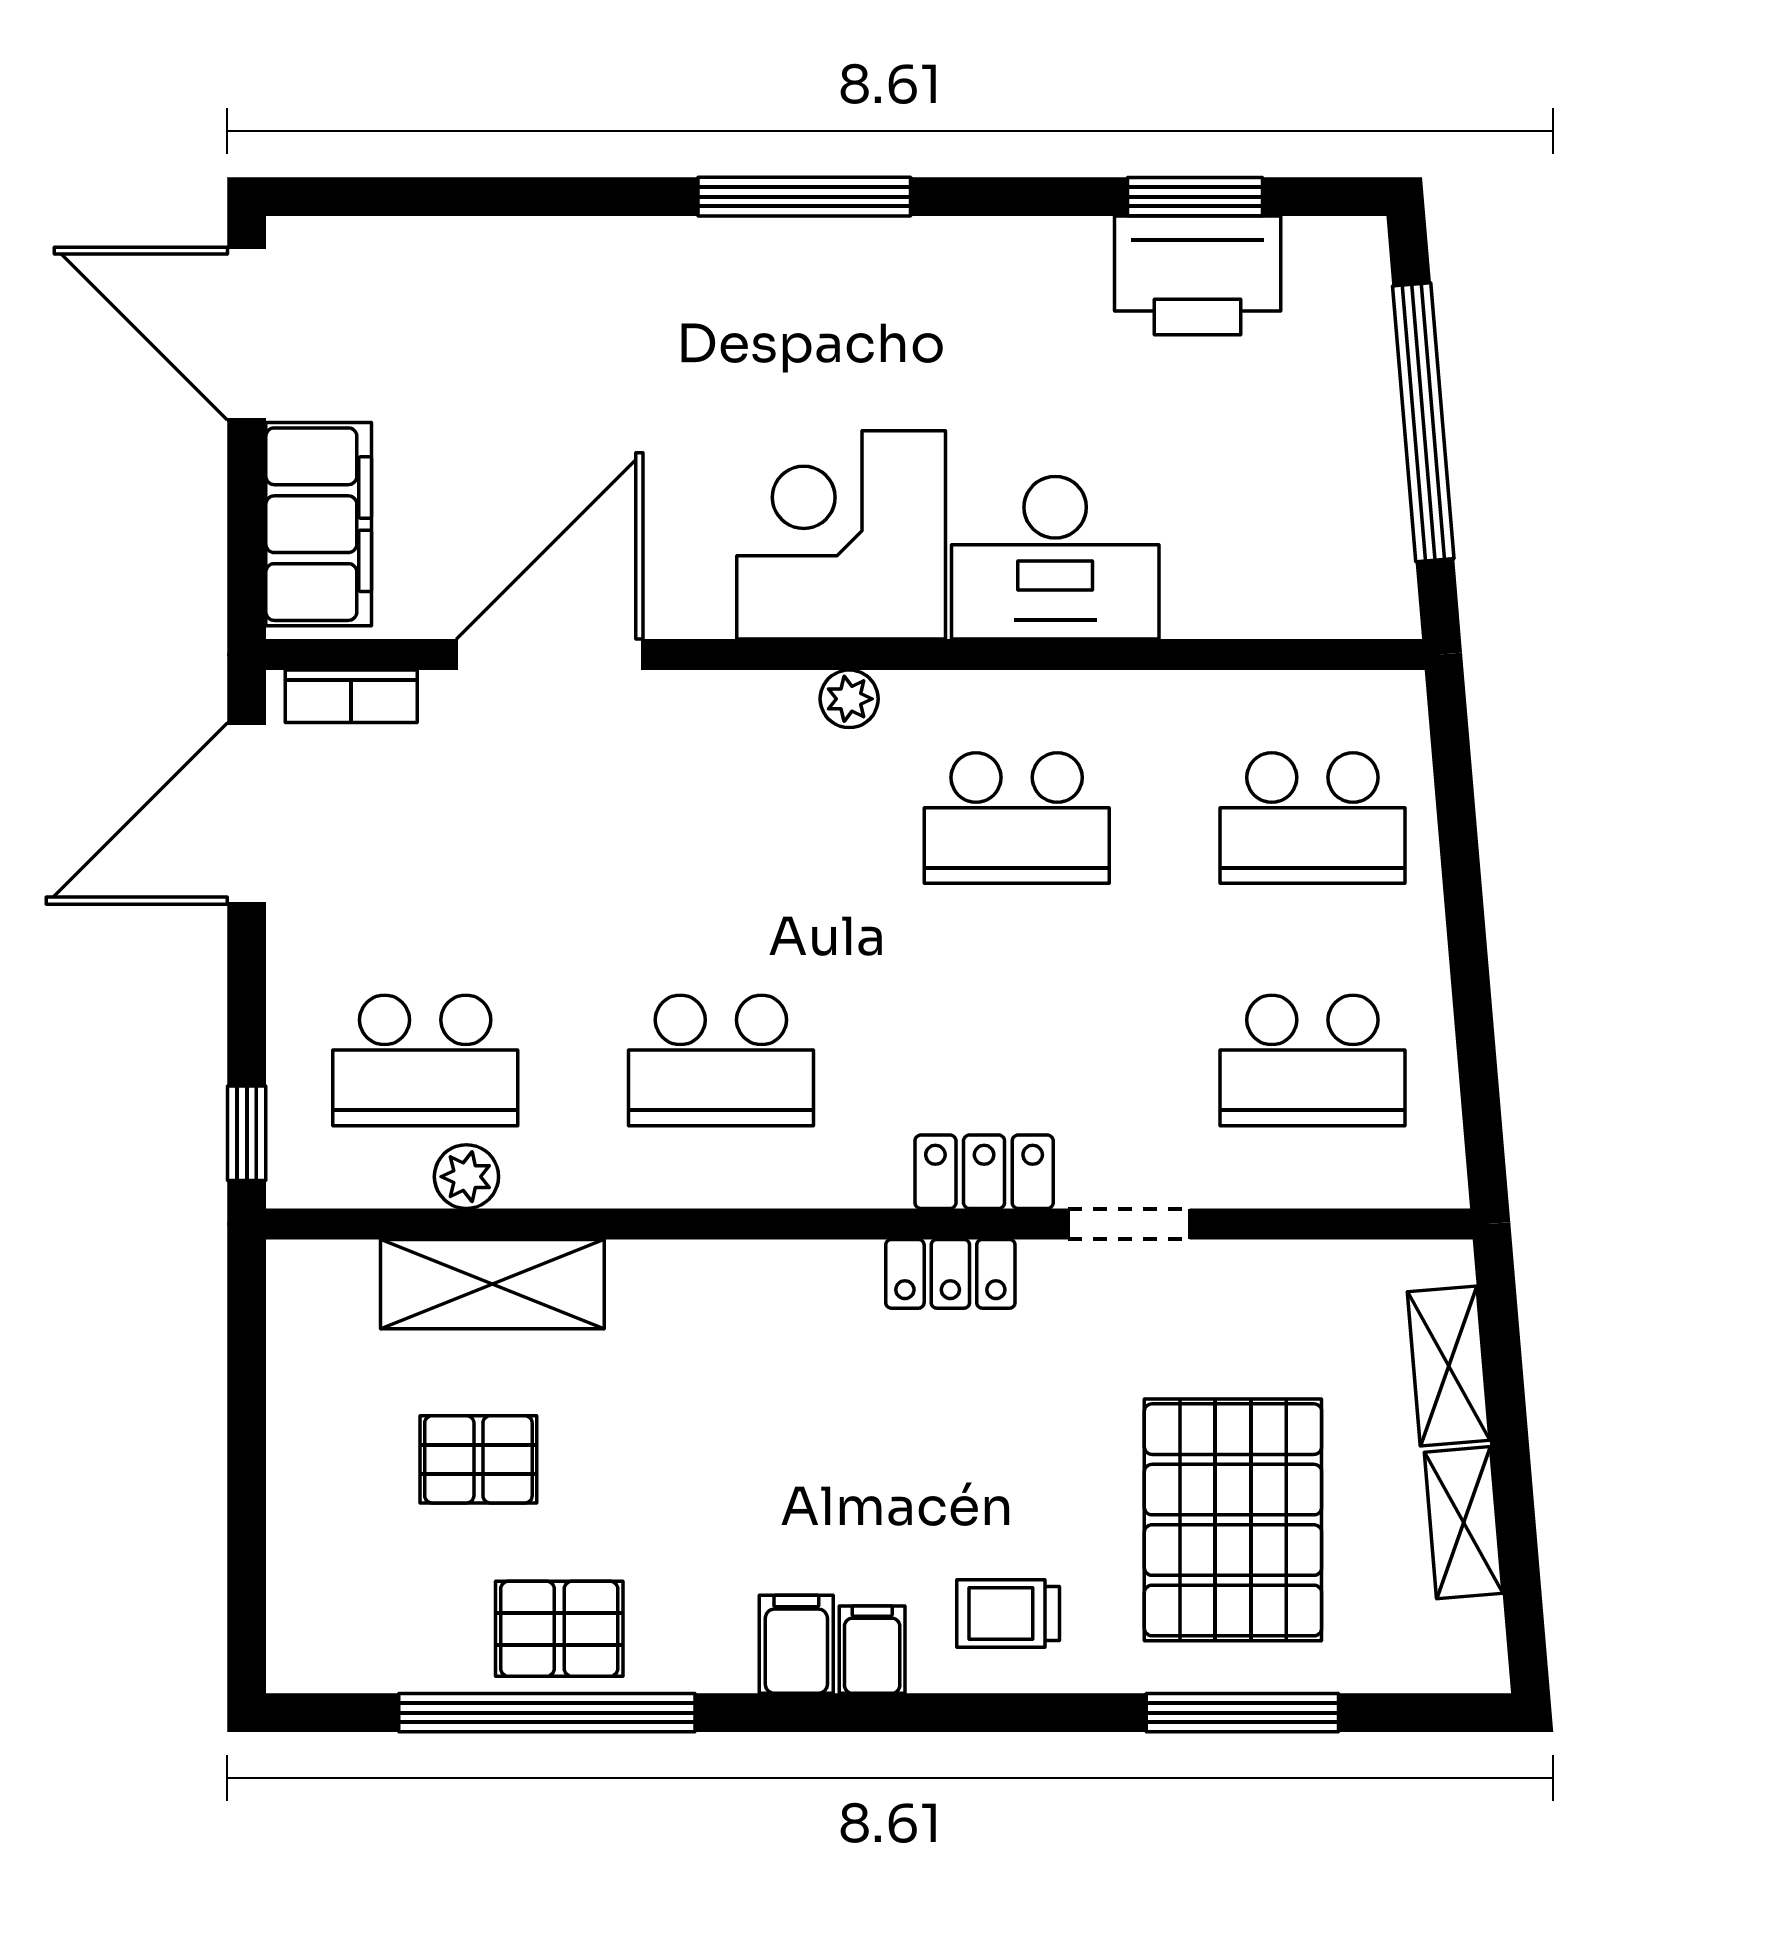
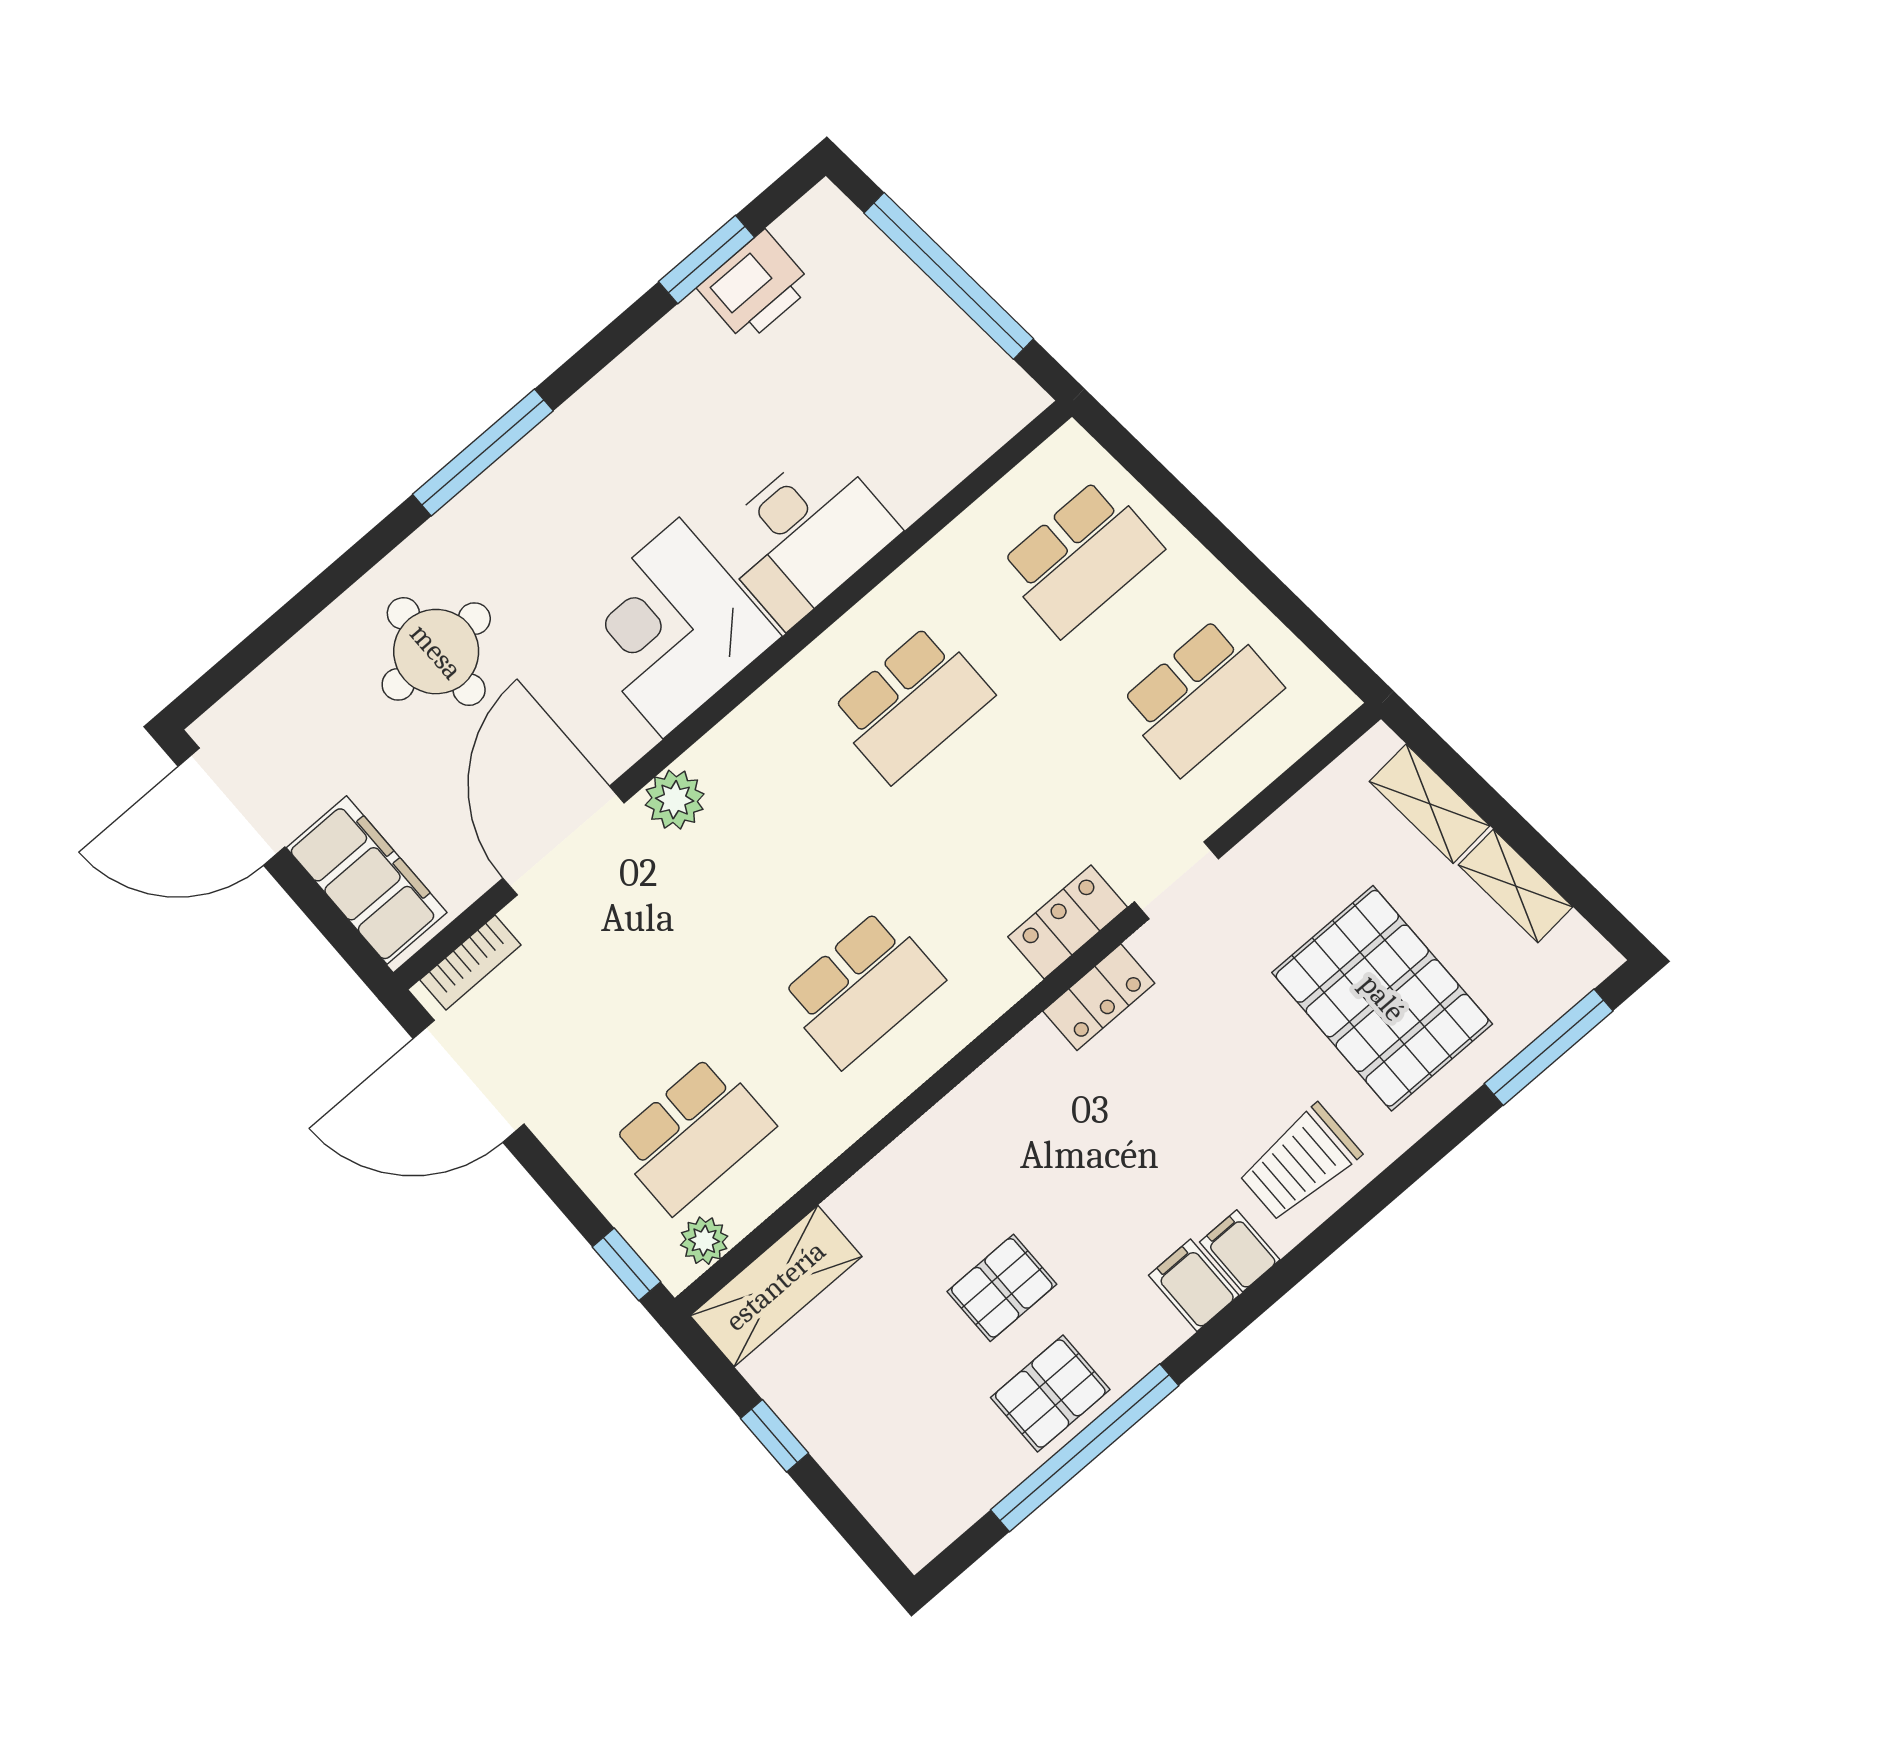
printer: (1198, 275) -> (755, 287), width x0.73, depth x0.84
round table: (586, 355) -> (436, 652), added
plant: (849, 699) -> (675, 800), moved, width x1.38, depth x1.38
door: (247, 813) -> (468, 1081), hinge flipped
plant: (466, 1177) -> (704, 1241), moved
shelving: (492, 1284) -> (776, 1286), moved
window: (247, 1433) -> (774, 1436), added
pallet: (478, 1459) -> (1002, 1288), moved
trolley: (1008, 1613) -> (1300, 1163), width x1.36, depth x1.39
window: (1242, 1713) -> (1549, 1047), moved

